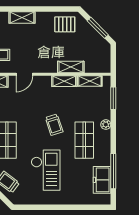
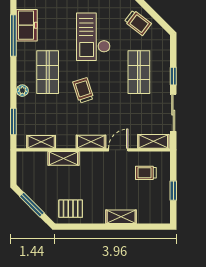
shelving: (64, 81) -> (91, 142), moved

